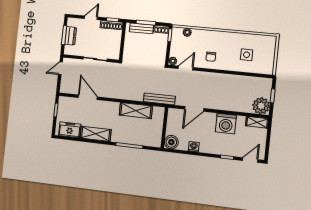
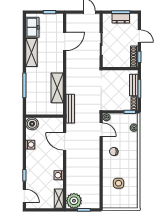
washing machine: (226, 124) -> (59, 175), width x0.53, depth x0.53

